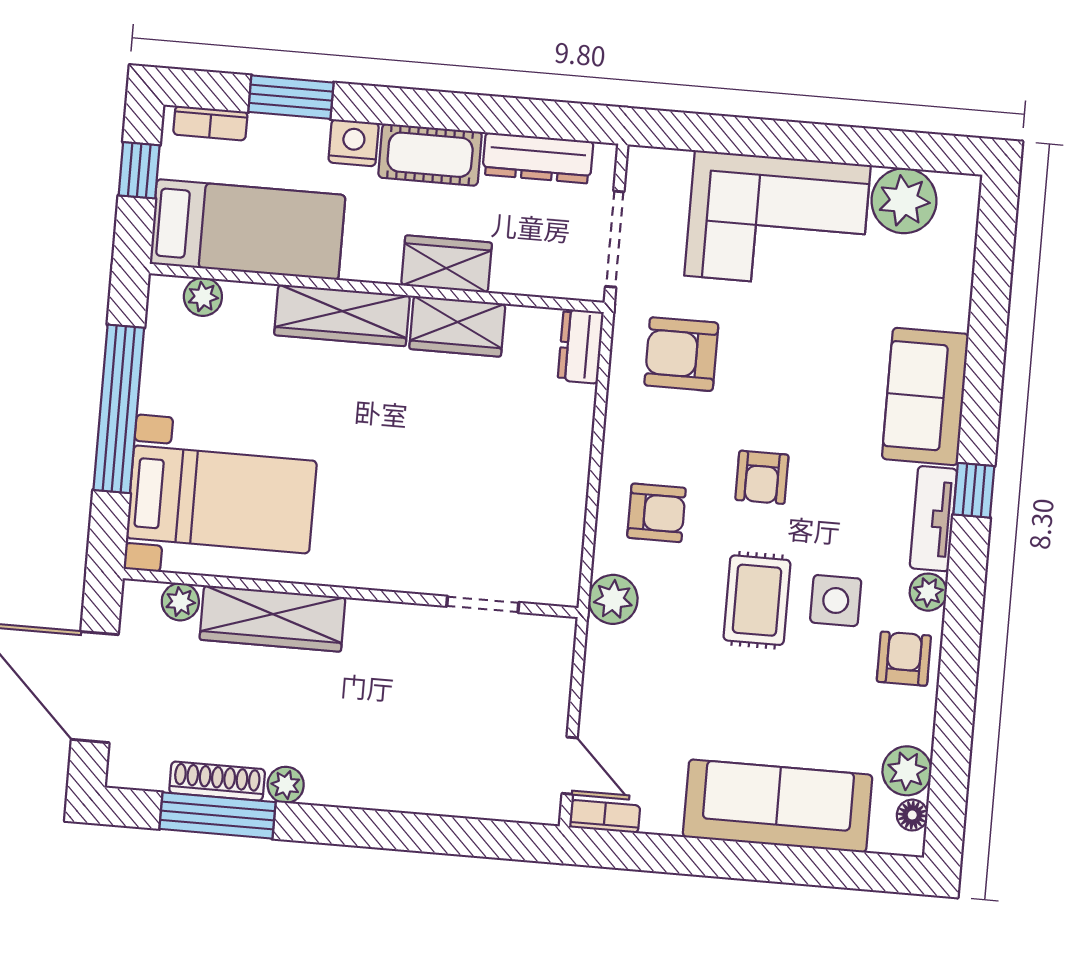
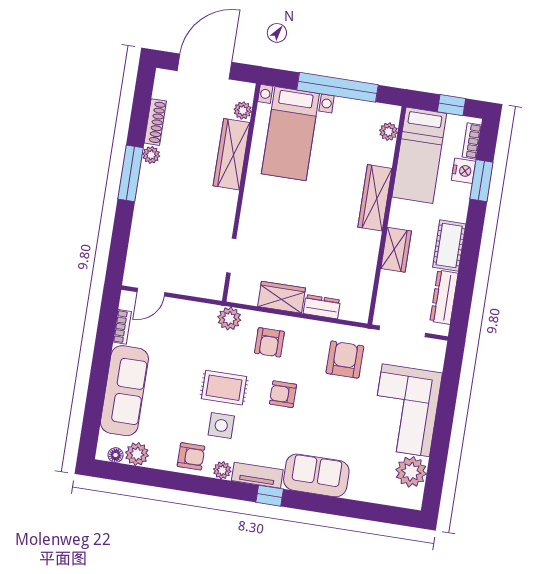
nightstand: (354, 143) -> (464, 171), moved
wardrobe: (457, 326) -> (282, 297), moved, turned 90
dresser: (581, 346) -> (322, 307), moved
window: (217, 816) -> (131, 173), moved
bookcase: (605, 816) -> (122, 327), moved

